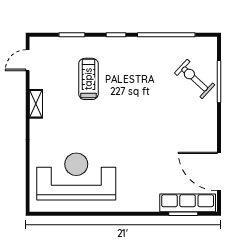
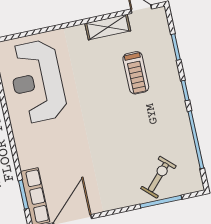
treadmill: (88, 79) -> (136, 73), turned 90
shelving: (36, 104) -> (108, 27), width x1.50, depth x1.33
reception desk: (76, 177) -> (37, 82), turned 180

